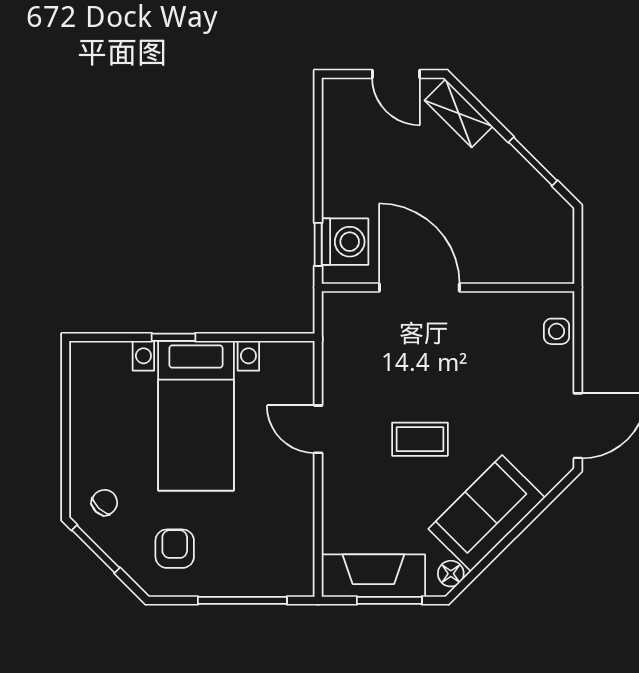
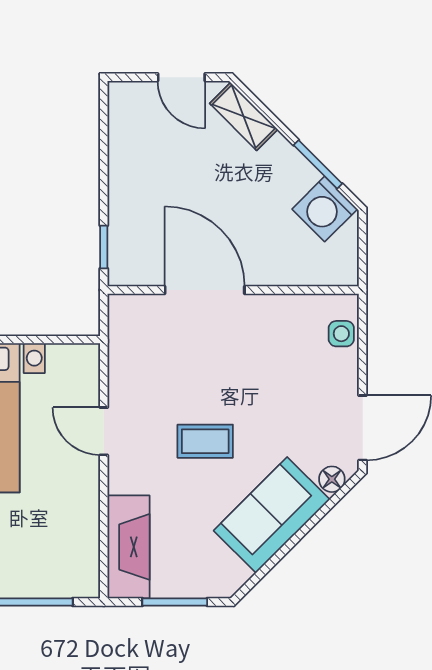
washing machine: (345, 242) -> (325, 209), moved, turned 135
floor lamp: (451, 574) -> (332, 479), moved
fireplace: (373, 576) -> (128, 547), moved, turned 90

